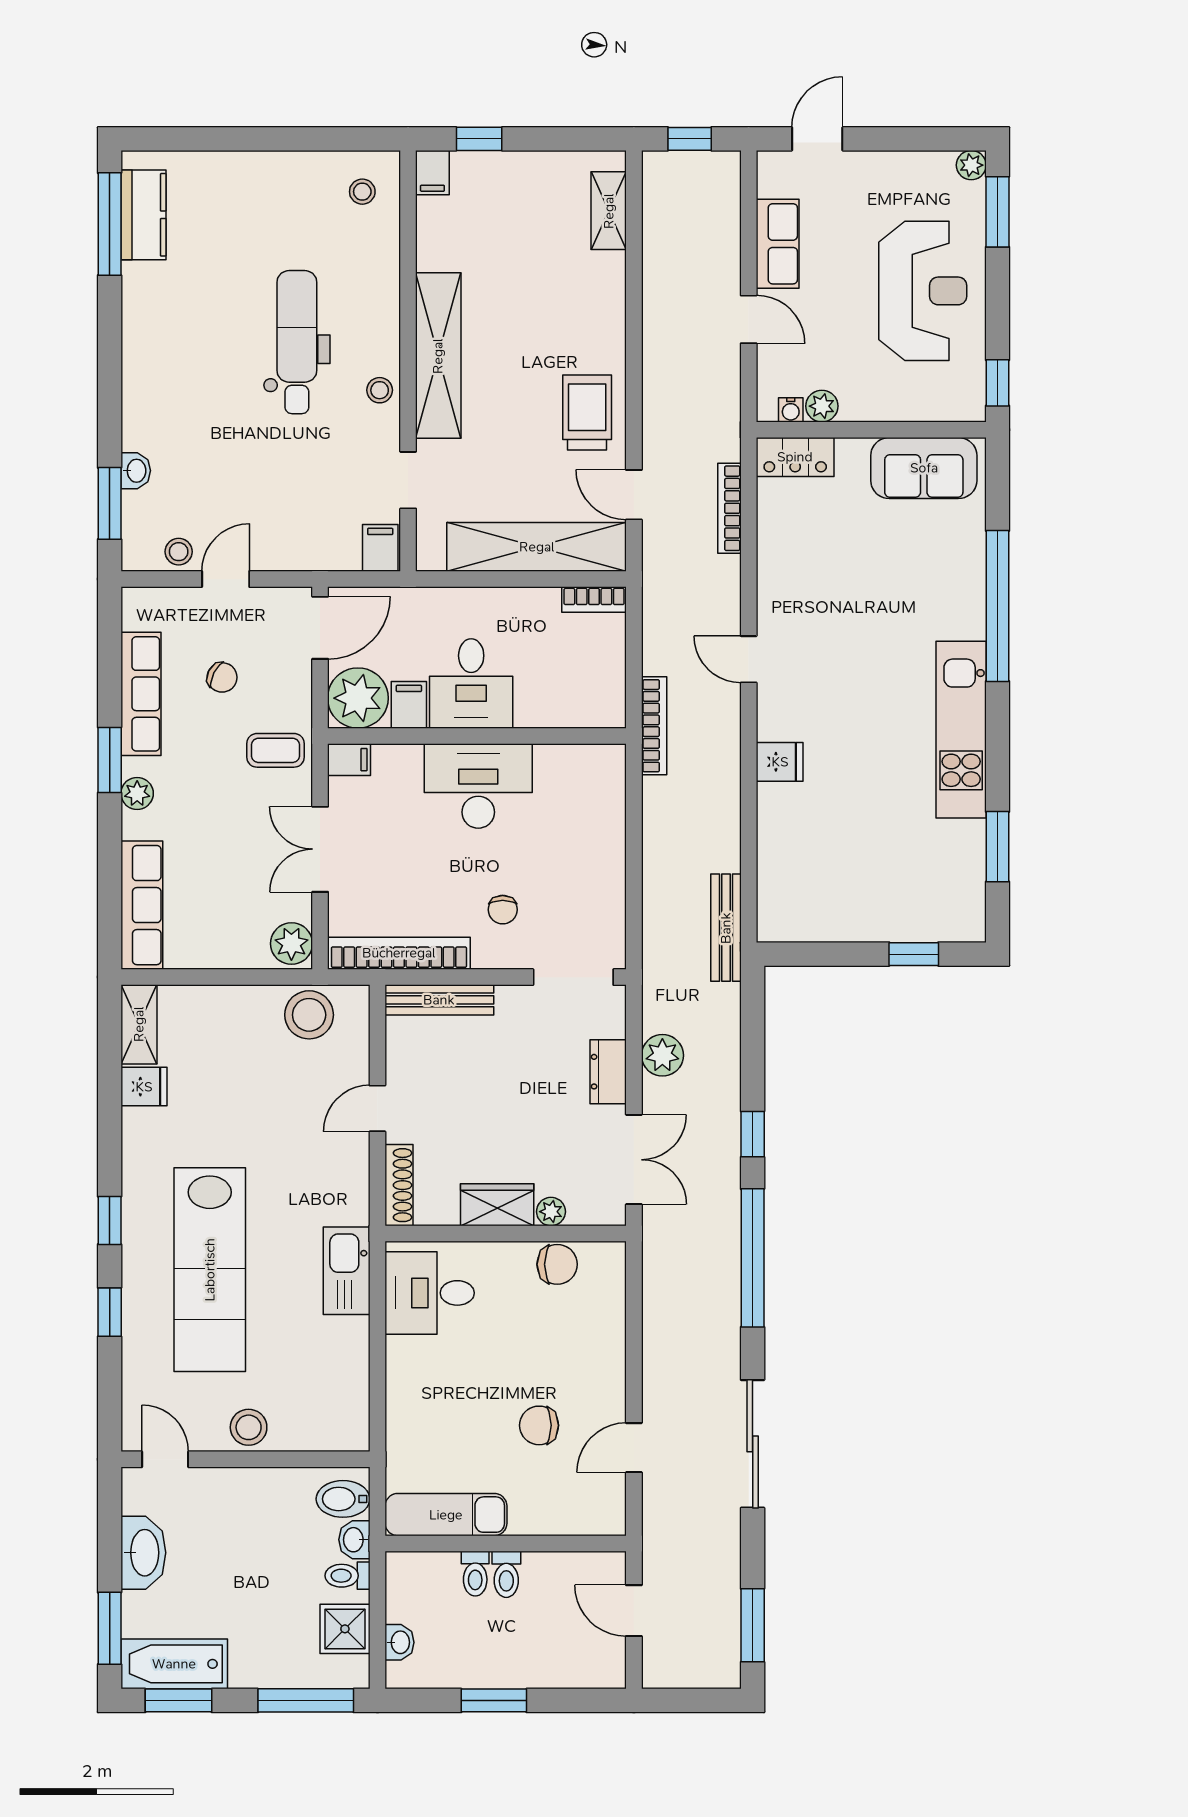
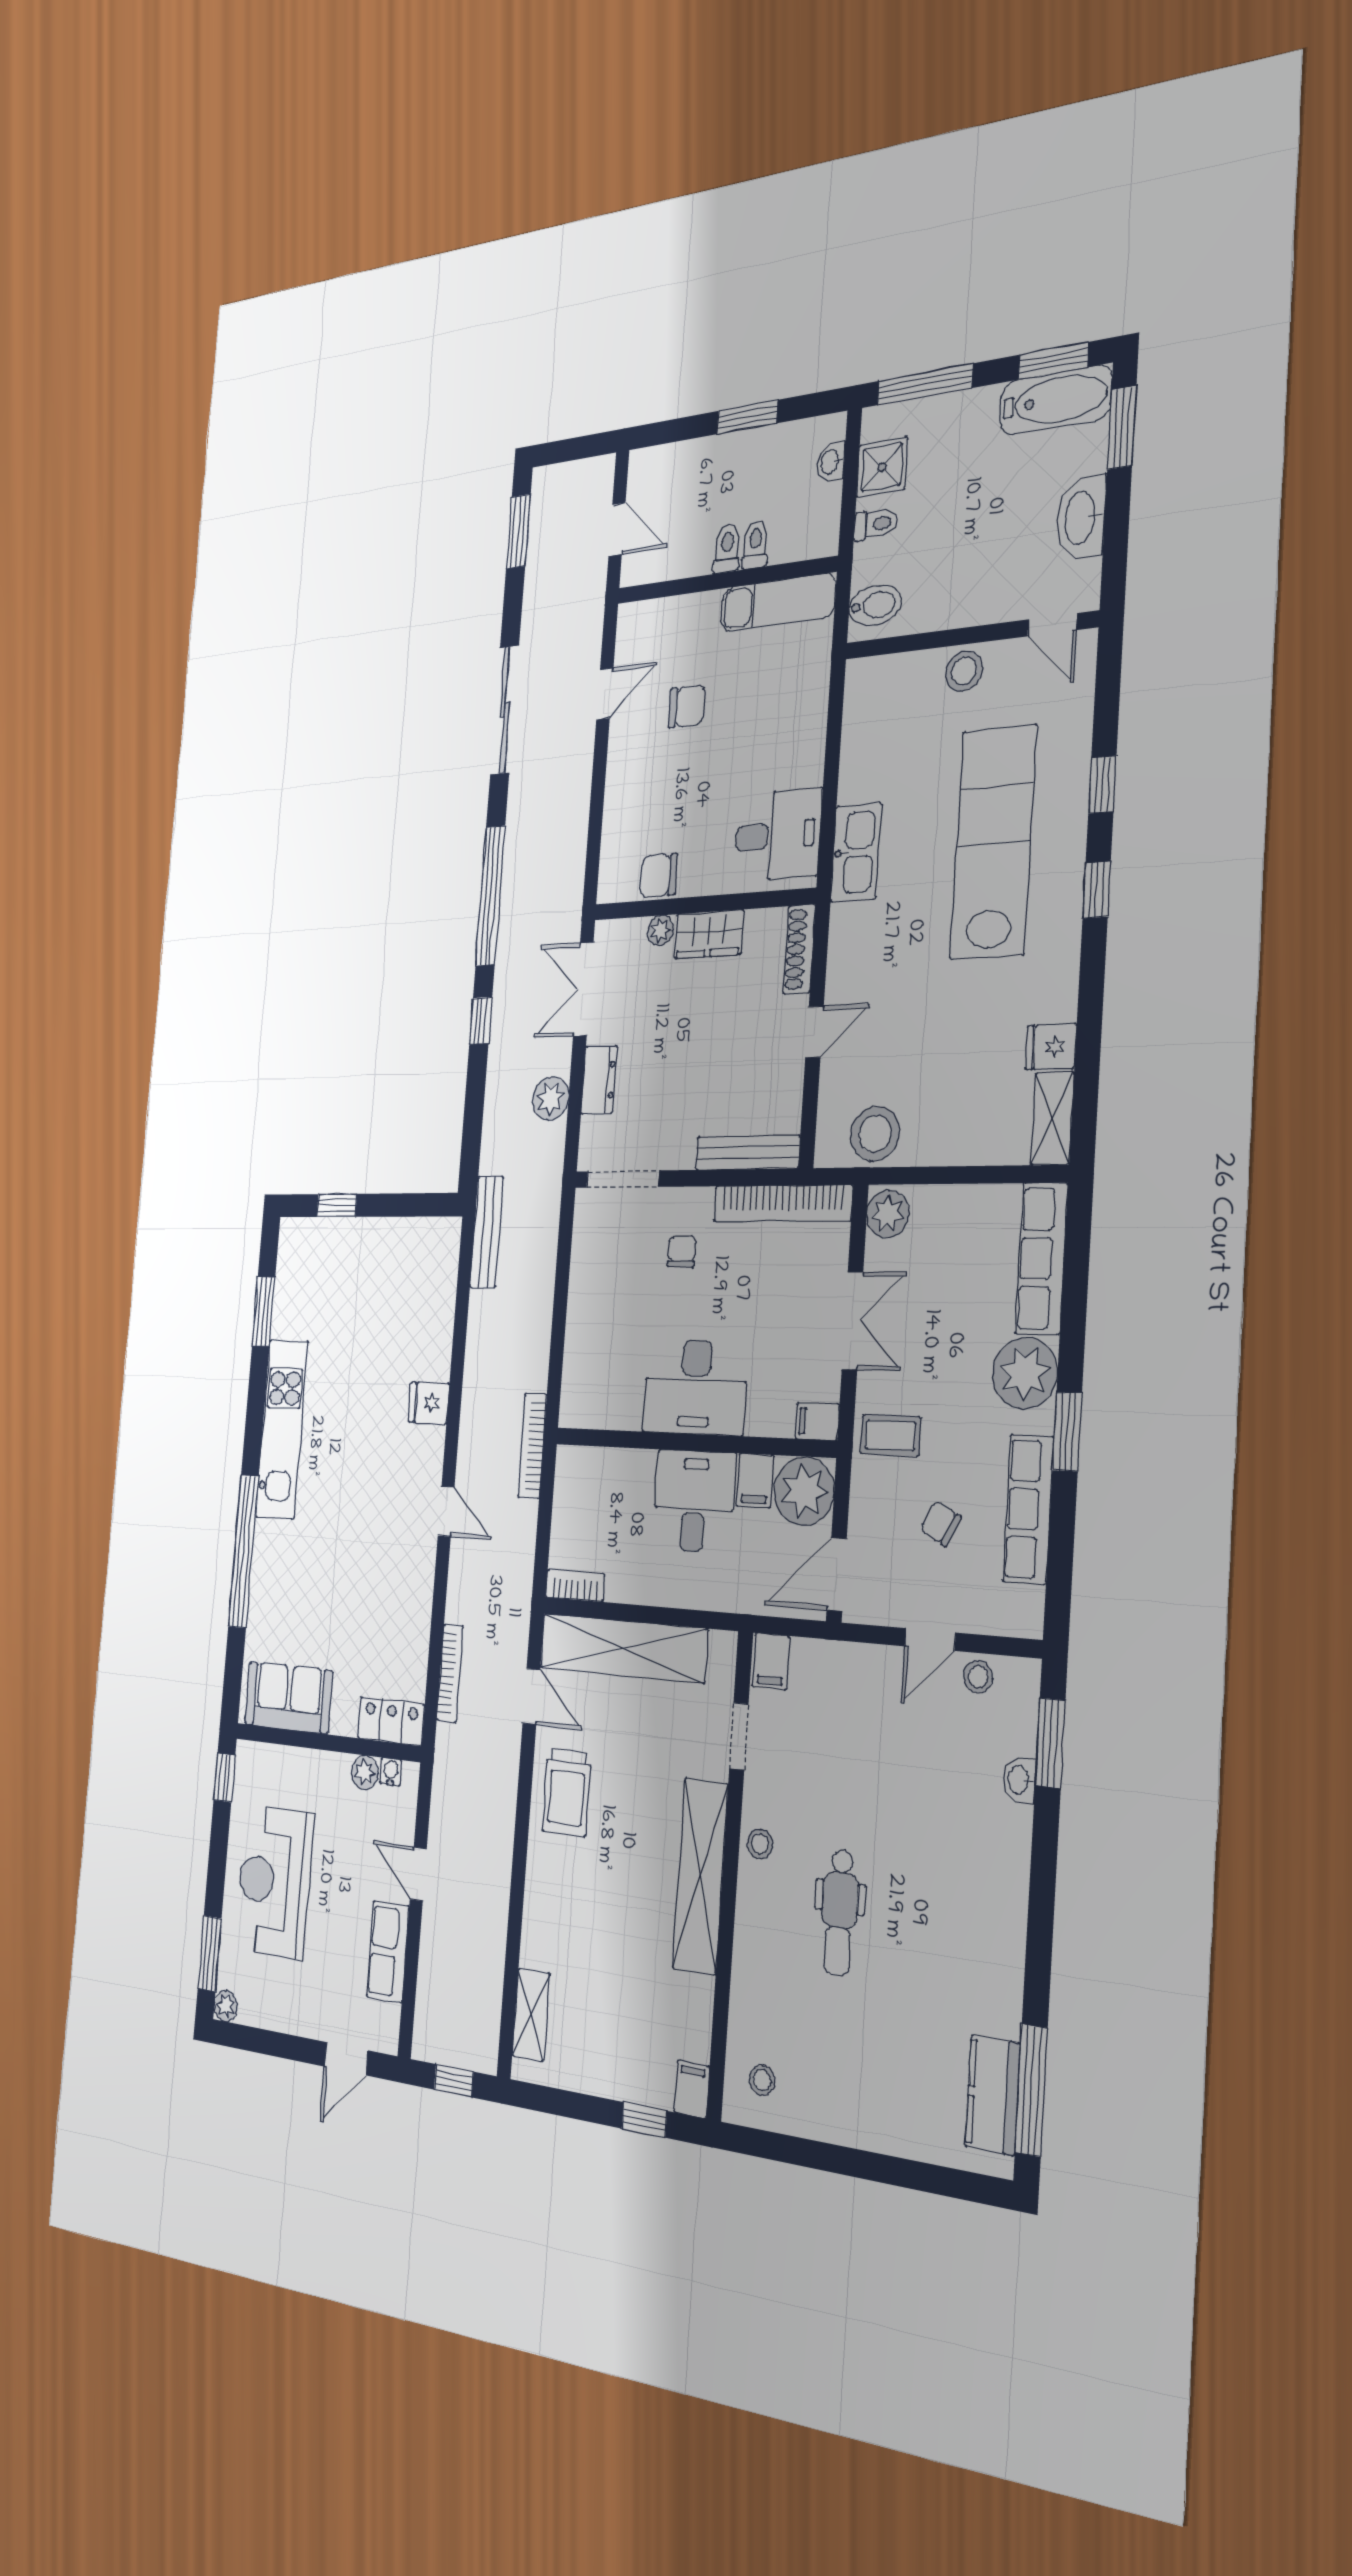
dental chair: (297, 342) -> (839, 1912), width x0.73, depth x0.72
plant: (137, 793) -> (1025, 1373), width x1.88, depth x1.88
washbasin: (354, 1540) -> (867, 563), removed

